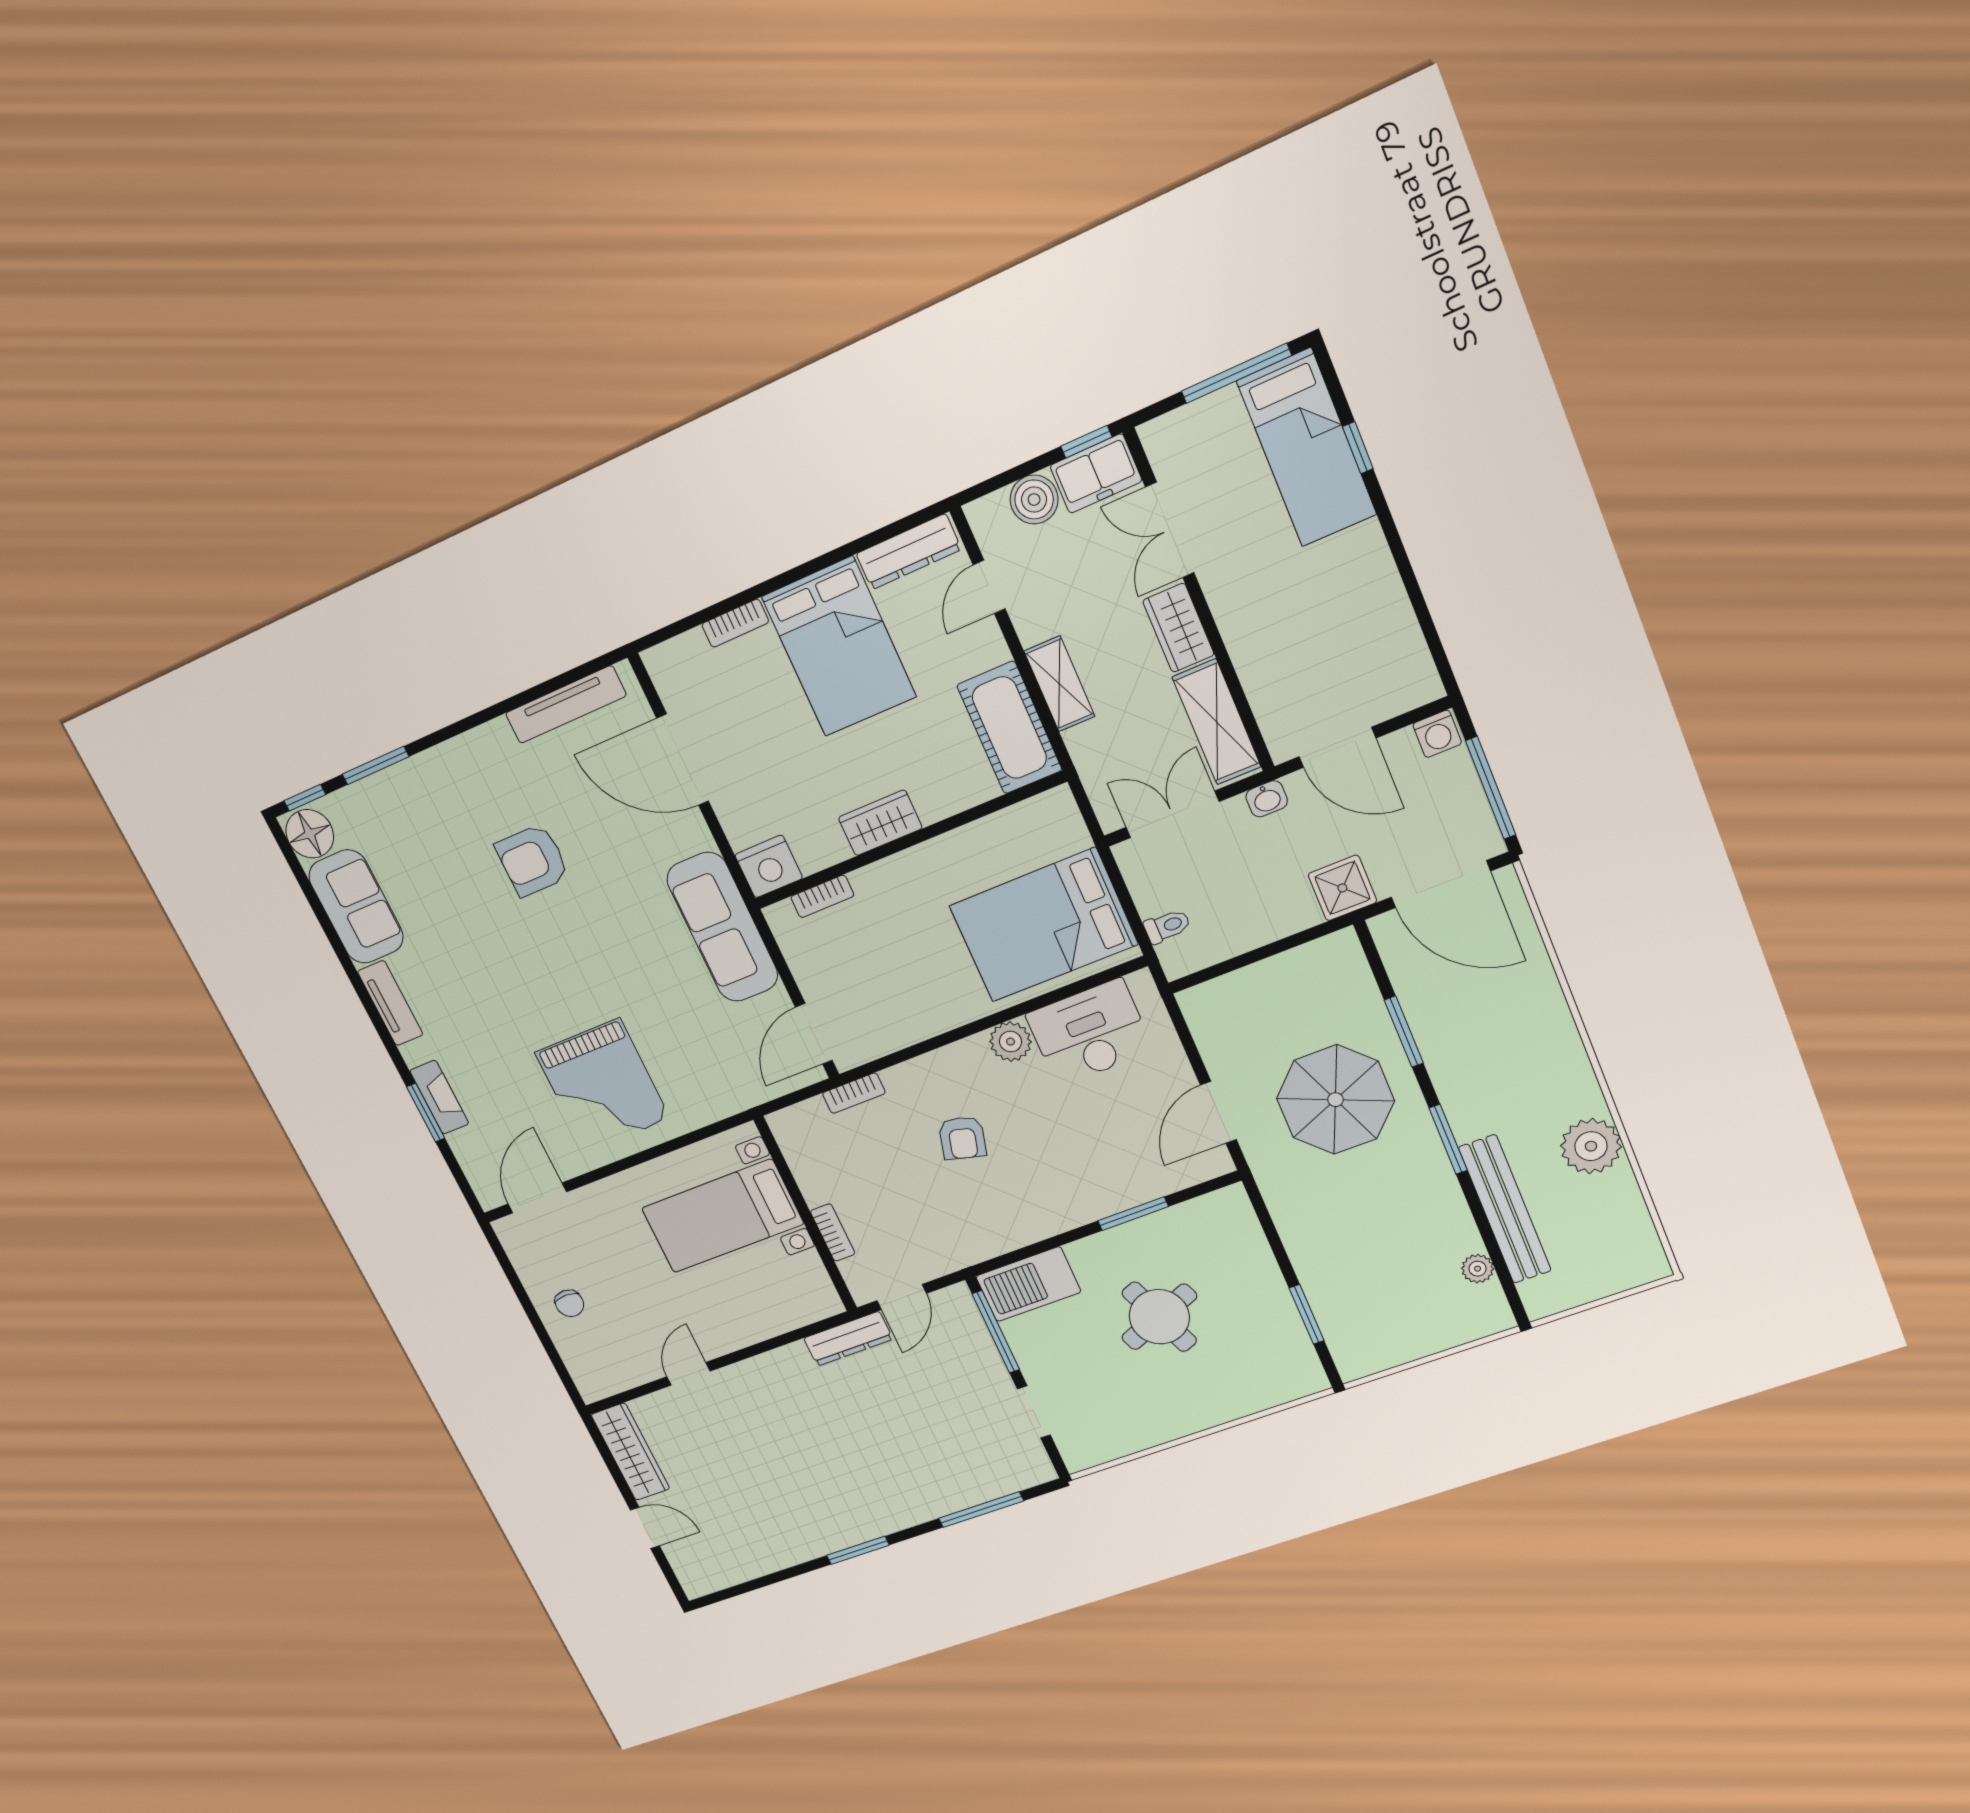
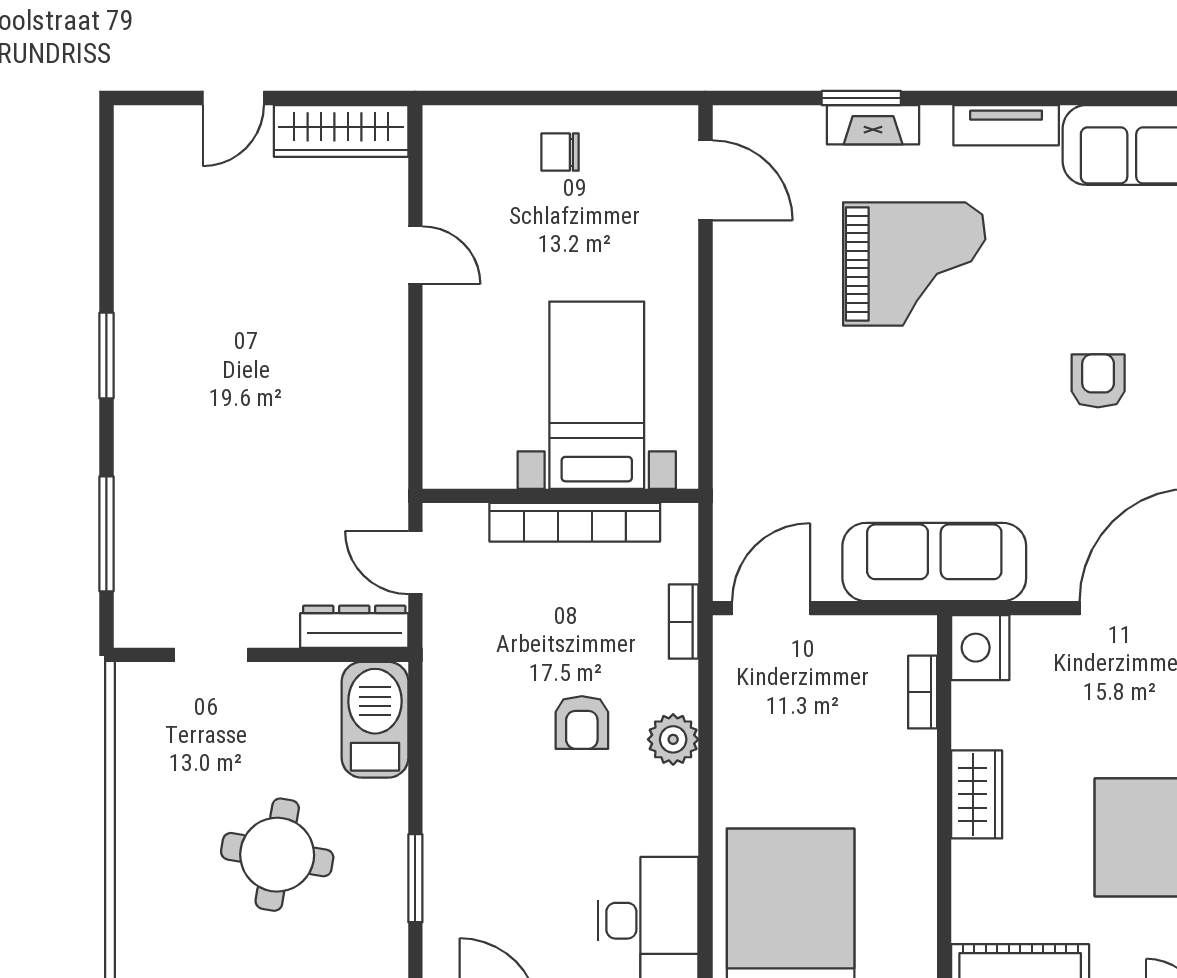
armchair: (532, 860) -> (1098, 381), width x0.72, depth x0.72
door: (814, 1034) -> (771, 608), hinge flipped
plant: (1011, 1042) -> (673, 739), moved
grand piano: (602, 1086) -> (914, 264), moved, turned 180
armchair: (962, 1138) -> (582, 722), turned -105
bookcase: (833, 1233) -> (575, 522), width x2.31, depth x1.31
round table: (1159, 1317) -> (277, 855), turned 32
window: (996, 1332) -> (330, 655), removed
dresser: (848, 1339) -> (354, 627), moved, turned 90

